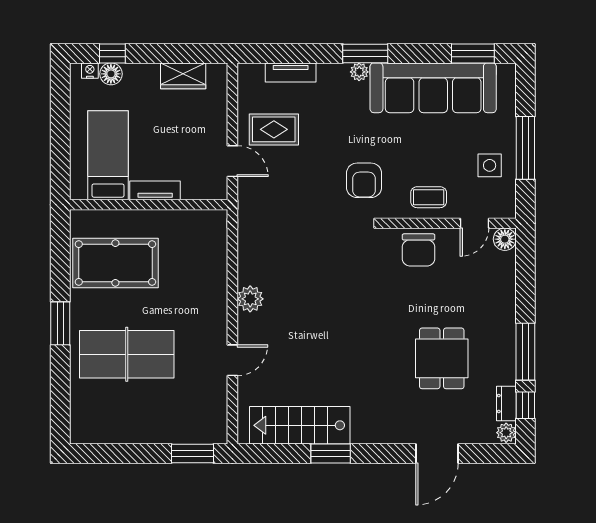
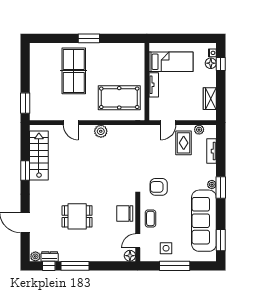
plant: (247, 98) -> (199, 130), added
door: (475, 223) -> (138, 241), hinge flipped
pool table: (115, 263) -> (119, 98), moved, turned 90
dining table: (442, 358) -> (77, 216), moved

